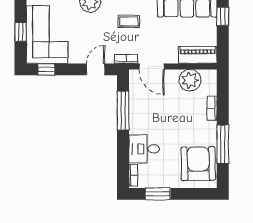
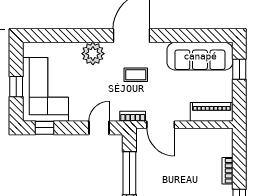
plant: (190, 80) -> (203, 140), removed

